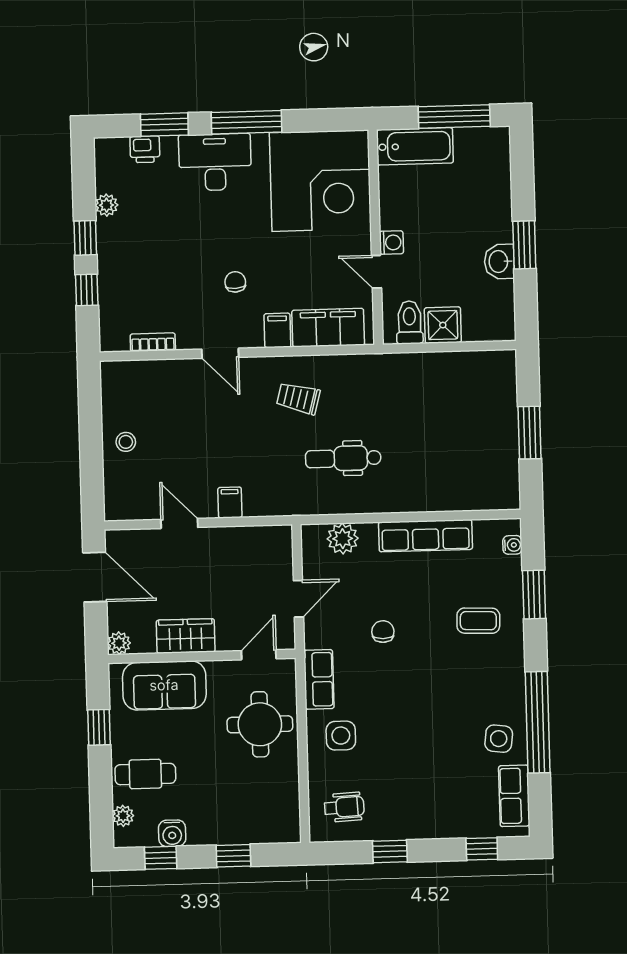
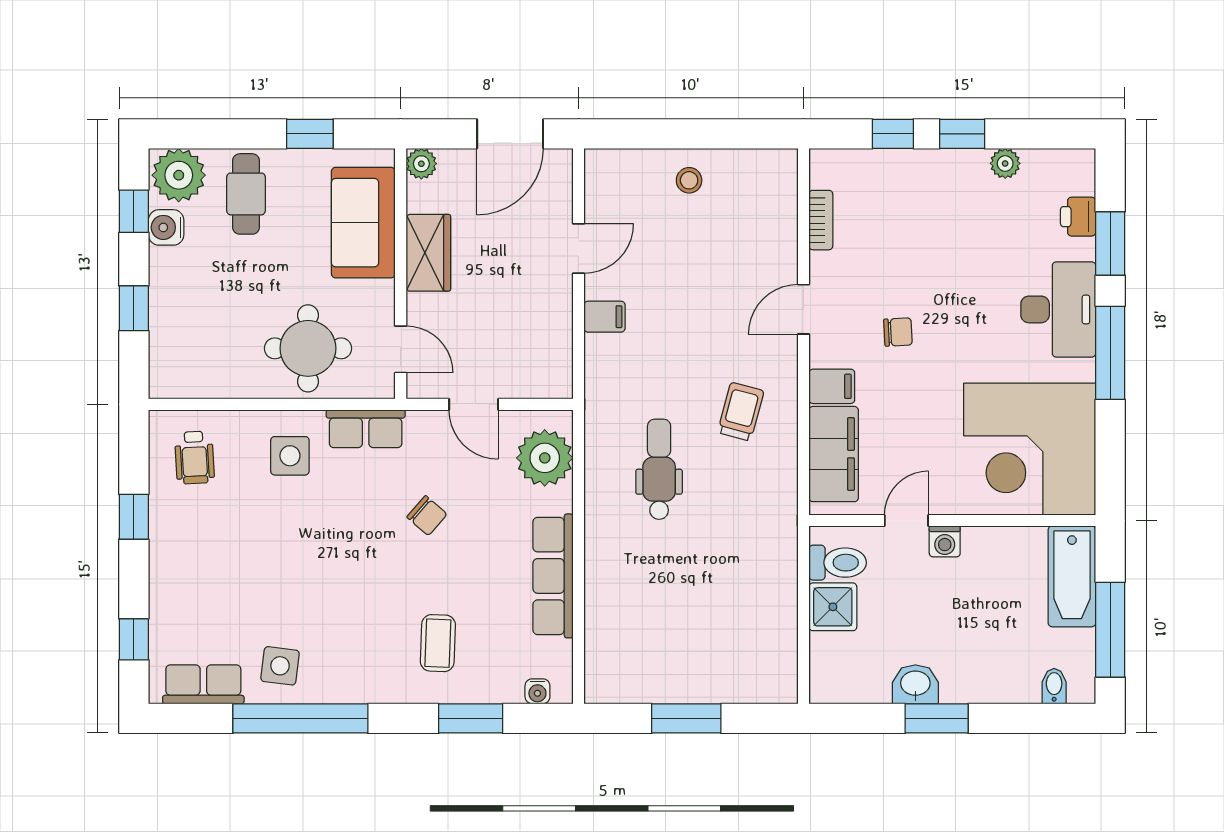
bidet: (498, 157) -> (1054, 686), added
plant: (343, 539) -> (545, 458), width x1.36, depth x1.36
chair: (383, 632) -> (427, 516), turned 41
plant: (123, 816) -> (179, 175), width x1.88, depth x1.88

